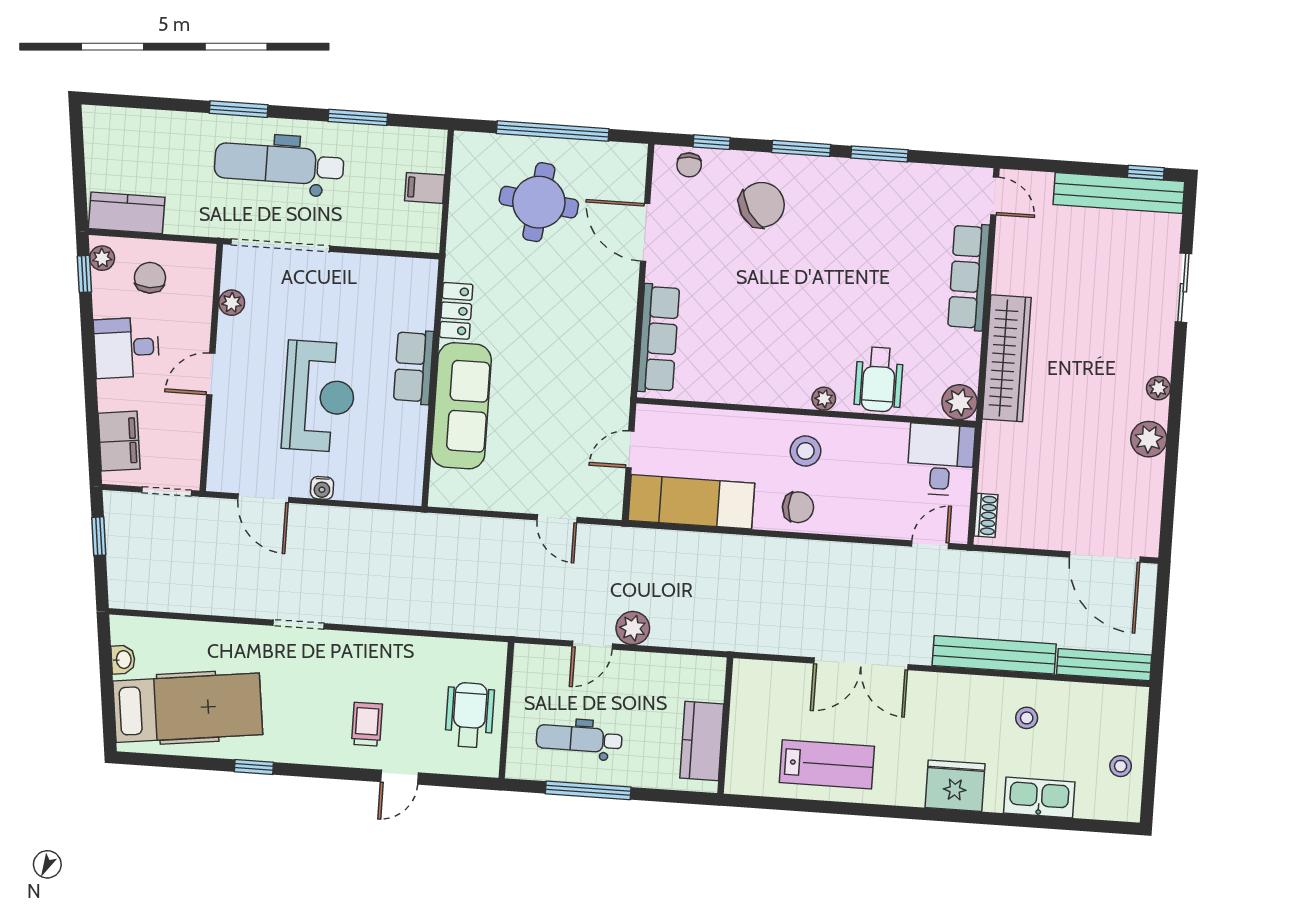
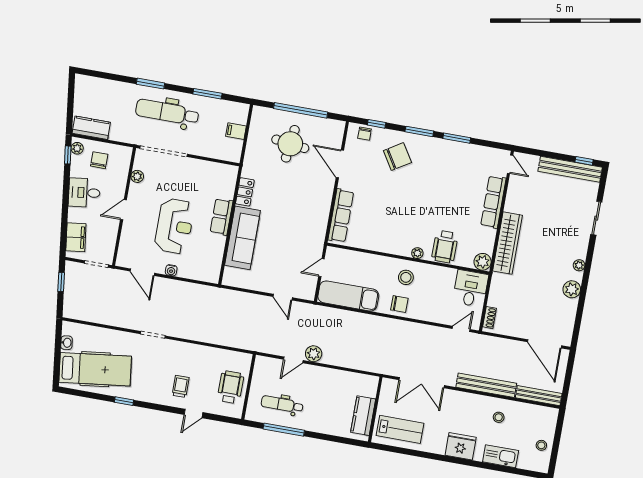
wall: (725, 726) -> (375, 409), moved
kitchen counter: (702, 741) -> (363, 416), moved

